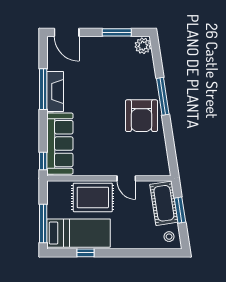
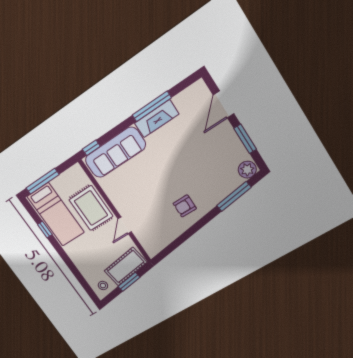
door: (67, 32) -> (224, 104), moved
window: (163, 96) -> (234, 197), moved
armchair: (141, 116) -> (185, 206), width x0.53, depth x0.53

